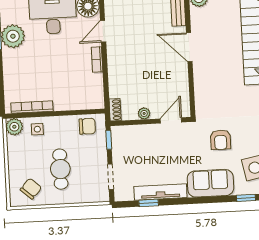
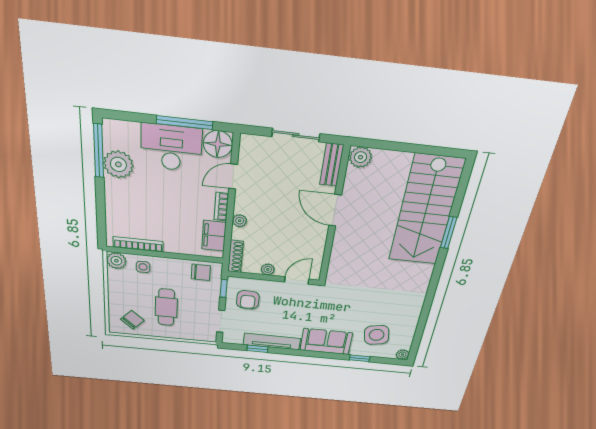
plant: (114, 70) -> (240, 221), added
filing cabinet: (94, 88) -> (214, 236), added
shoe rack: (115, 110) -> (236, 256), width x1.43
armchair: (221, 140) -> (248, 300), moved

